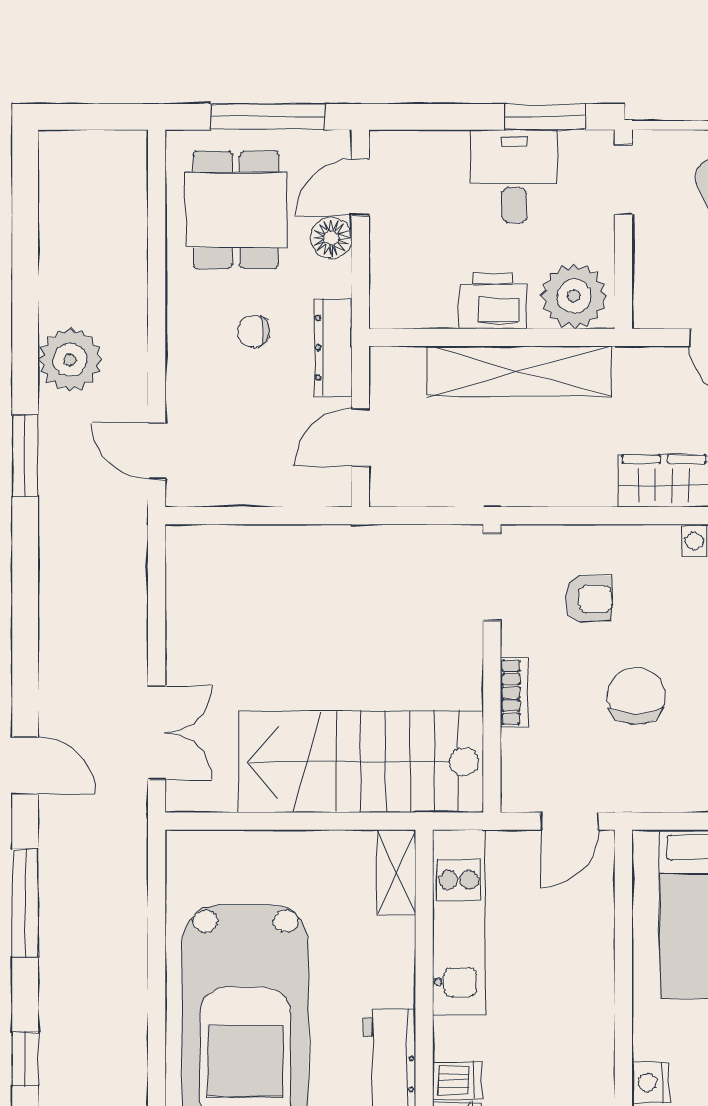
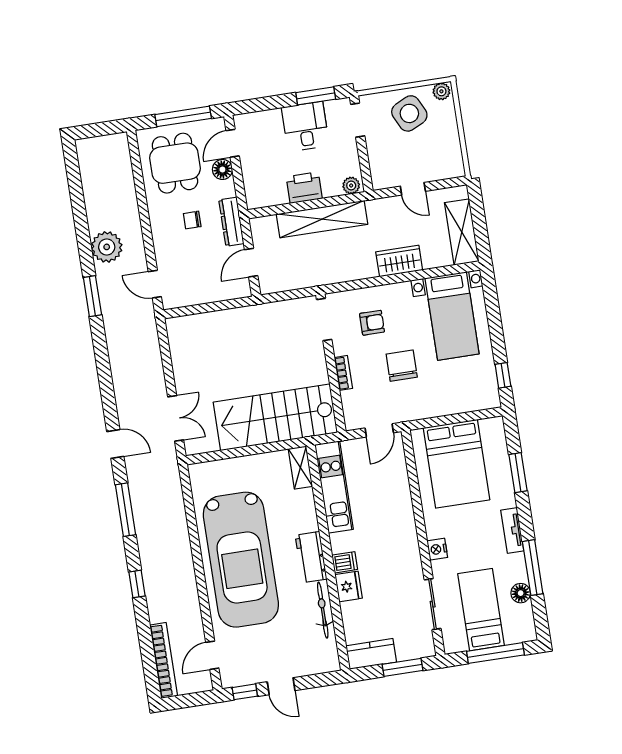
plant: (574, 296) -> (351, 186), width x0.53, depth x0.53

